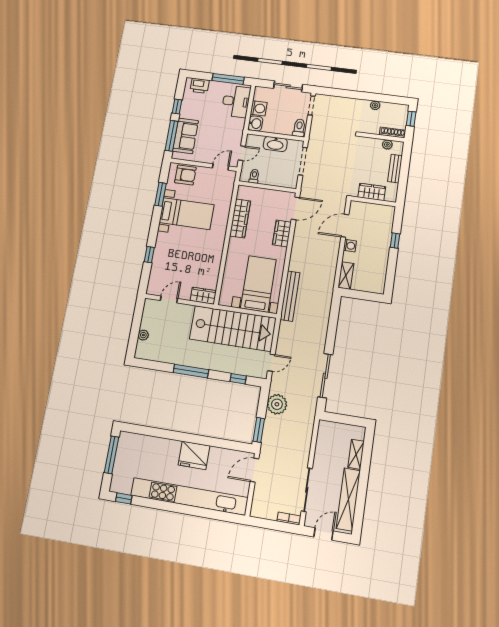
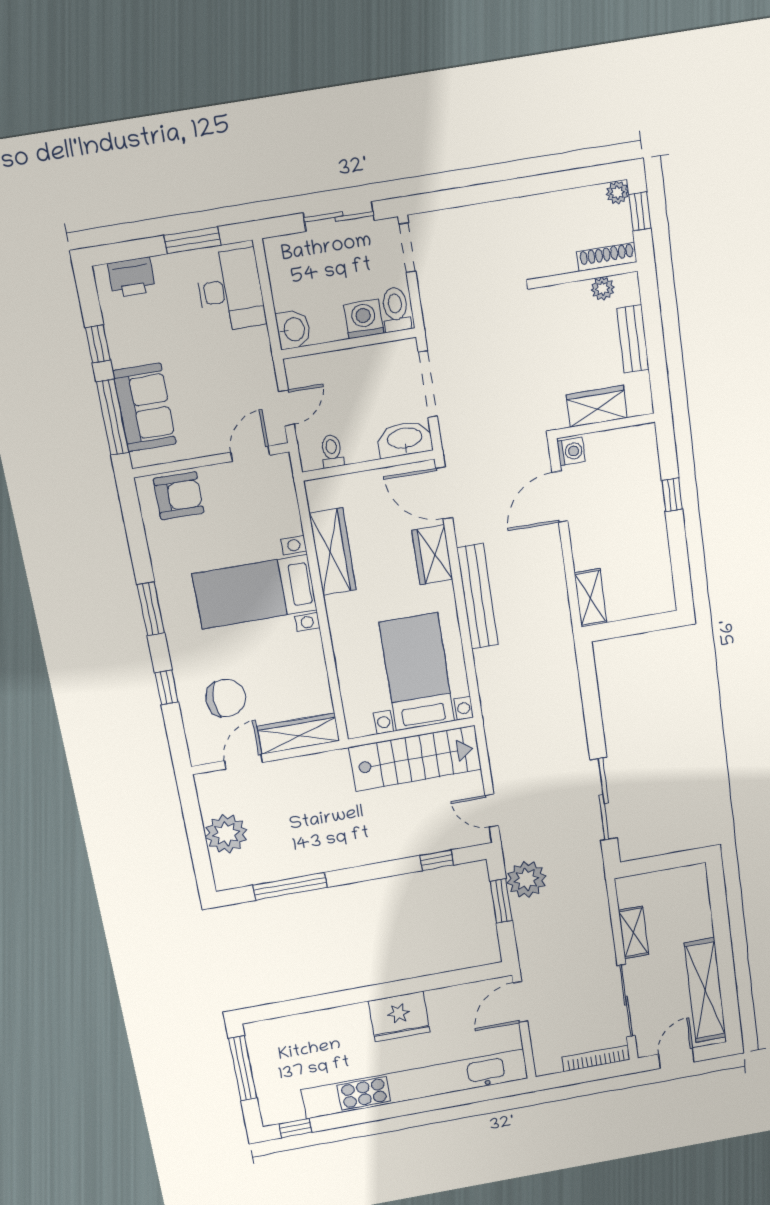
window: (228, 79) -> (192, 240), width x0.69
plant: (375, 105) -> (617, 193), moved
washing machine: (259, 108) -> (364, 319), moved, turned -90
washbasin: (275, 144) -> (405, 439), moved, turned 180
window: (161, 194) -> (151, 609), moved
door: (295, 208) -> (444, 493), swing flipped
bed with nightstands: (187, 214) -> (255, 592), moved, turned 180
washing machine: (350, 246) -> (571, 451), moved
chair: (172, 268) -> (226, 698), added
wardrobe: (203, 296) -> (298, 734), width x1.50
bench: (290, 296) -> (477, 596), moved
stairs: (233, 329) -> (415, 758), width x0.73, depth x0.66
plant: (143, 335) -> (226, 834), width x1.87, depth x1.87
door: (271, 363) -> (492, 811), swing flipped
window: (191, 371) -> (290, 886), moved
window: (259, 430) -> (501, 901), moved
shelving: (356, 454) -> (633, 932), moved
bookcase: (289, 519) -> (596, 1058), width x1.56

